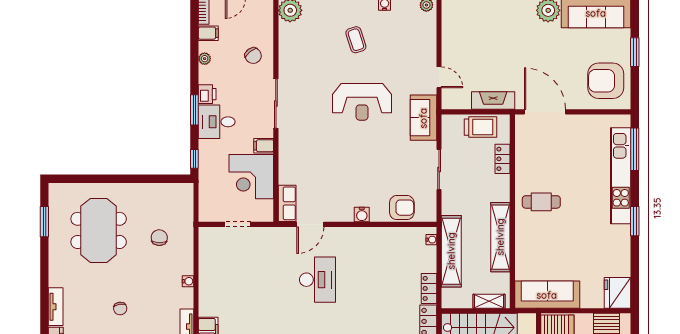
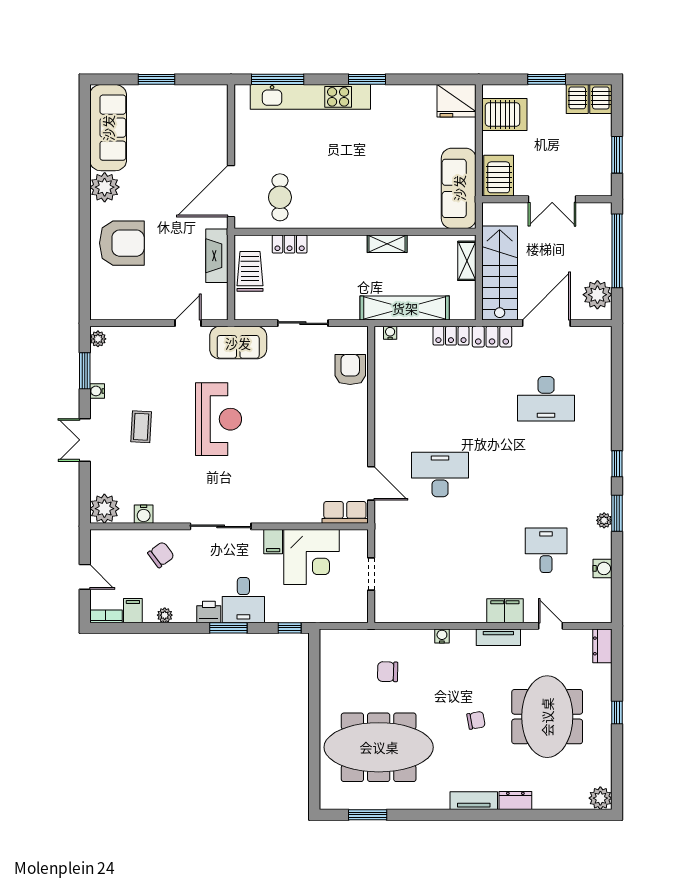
coffee table: (356, 40) -> (141, 427), turned -69
armchair: (606, 81) -> (122, 243), moved, turned -90
cafe table: (541, 202) -> (280, 197), moved
water cooler: (362, 214) -> (144, 514), moved, turned 90
meeting table: (99, 230) -> (379, 747), width x1.36
shelving: (500, 237) -> (387, 244), width x0.45, depth x0.75

